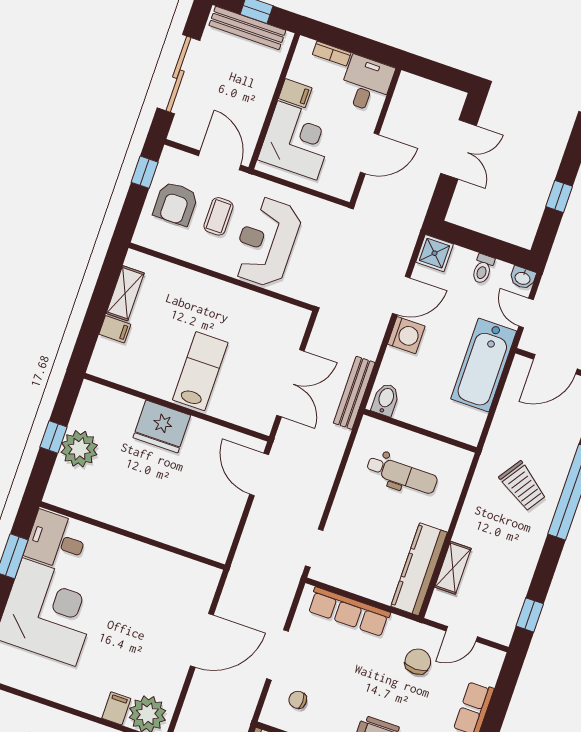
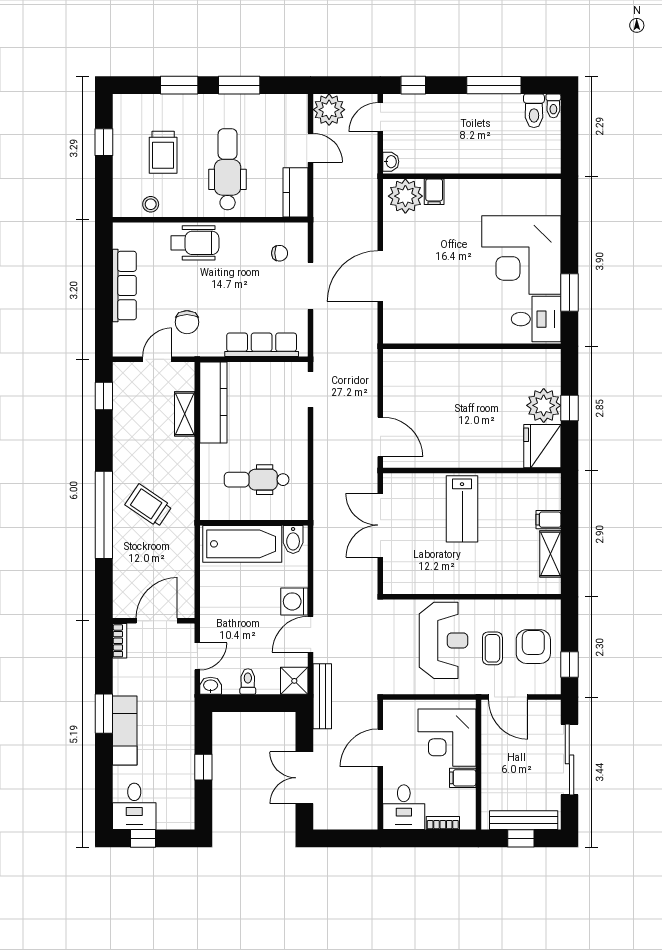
door: (526, 313) -> (197, 656), hinge flipped
bathtub: (484, 365) -> (242, 544), moved, turned 90
bench: (354, 393) -> (322, 696), moved
fridge: (162, 426) -> (542, 446), moved, turned -90

